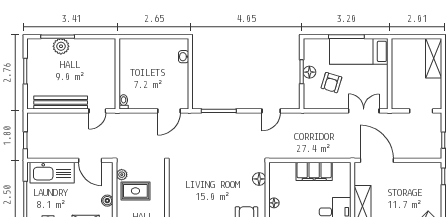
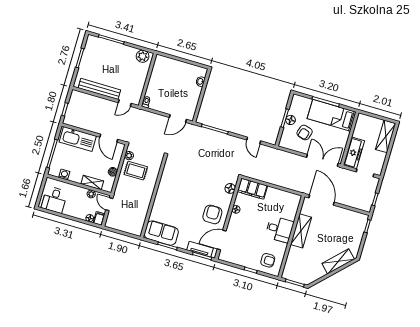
plant: (61, 46) -> (143, 56), moved
freezer: (400, 90) -> (354, 153), added
door: (271, 111) -> (254, 140), hinge flipped
double door: (364, 111) -> (322, 160), width x1.37
filing cabinet: (314, 171) -> (252, 189), moved

